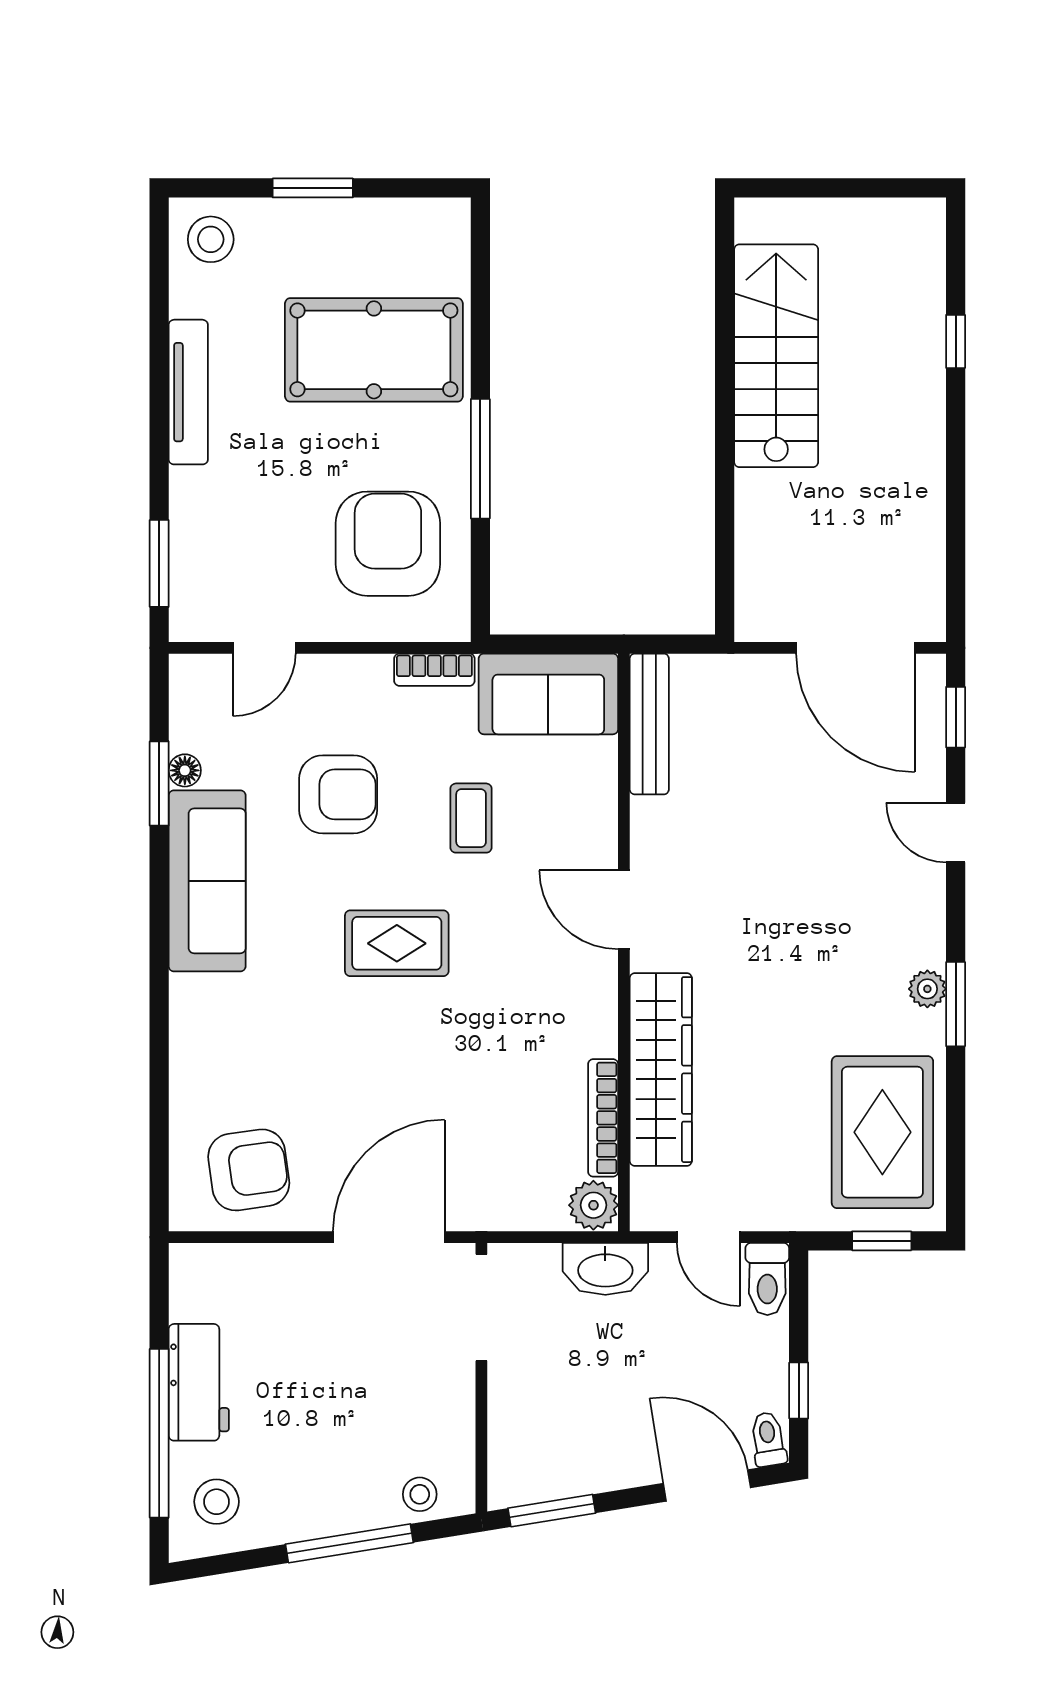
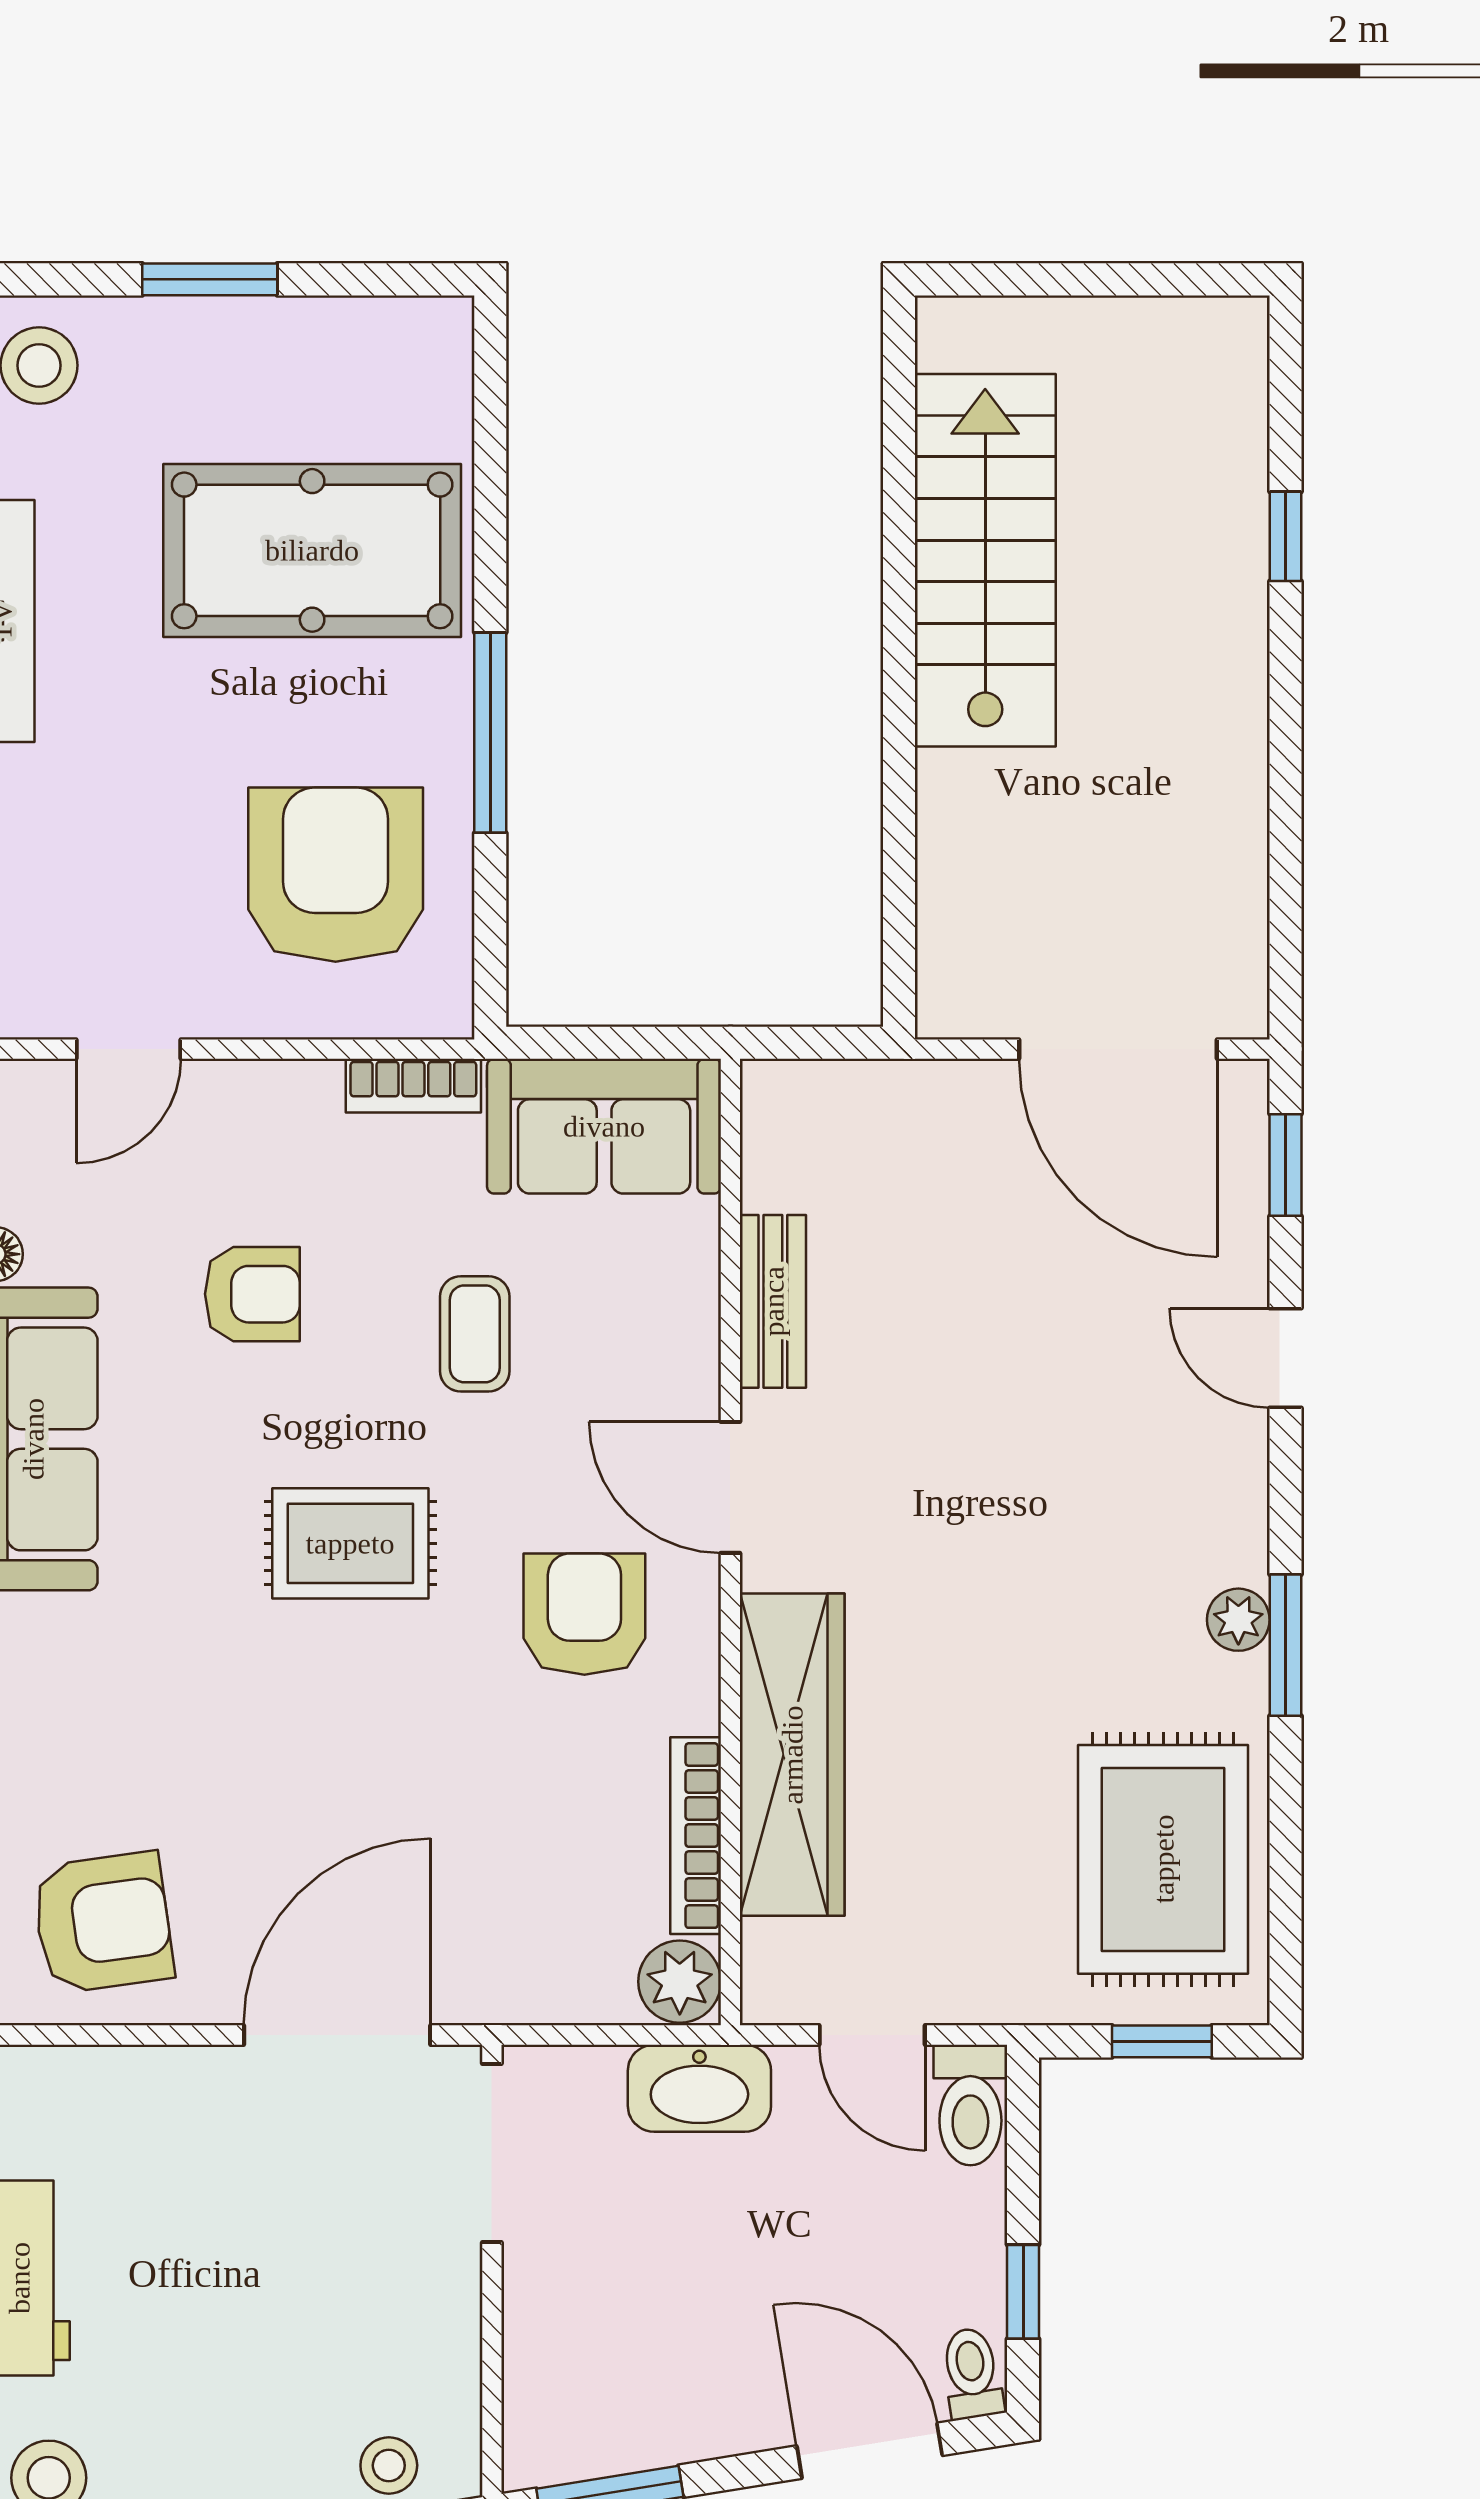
bench: (649, 724) -> (773, 1301), moved, width x0.73
armchair: (338, 794) -> (252, 1294), width x0.72, depth x0.72
armchair: (537, 986) -> (584, 1614), added

